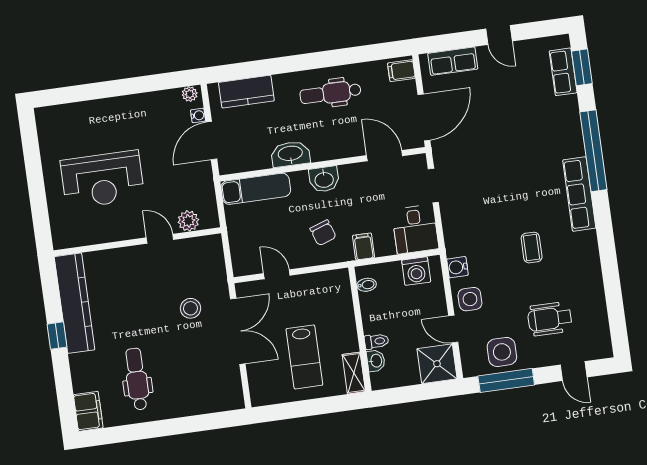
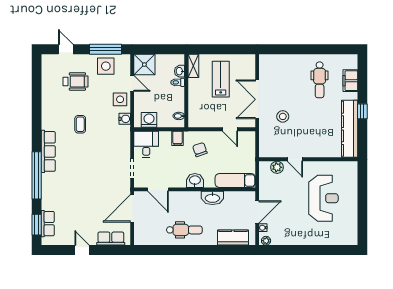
filing cabinet: (401, 71) -> (141, 237), removed
reception desk: (102, 180) -> (323, 198), turned 90
filing cabinet: (88, 411) -> (350, 81), moved

